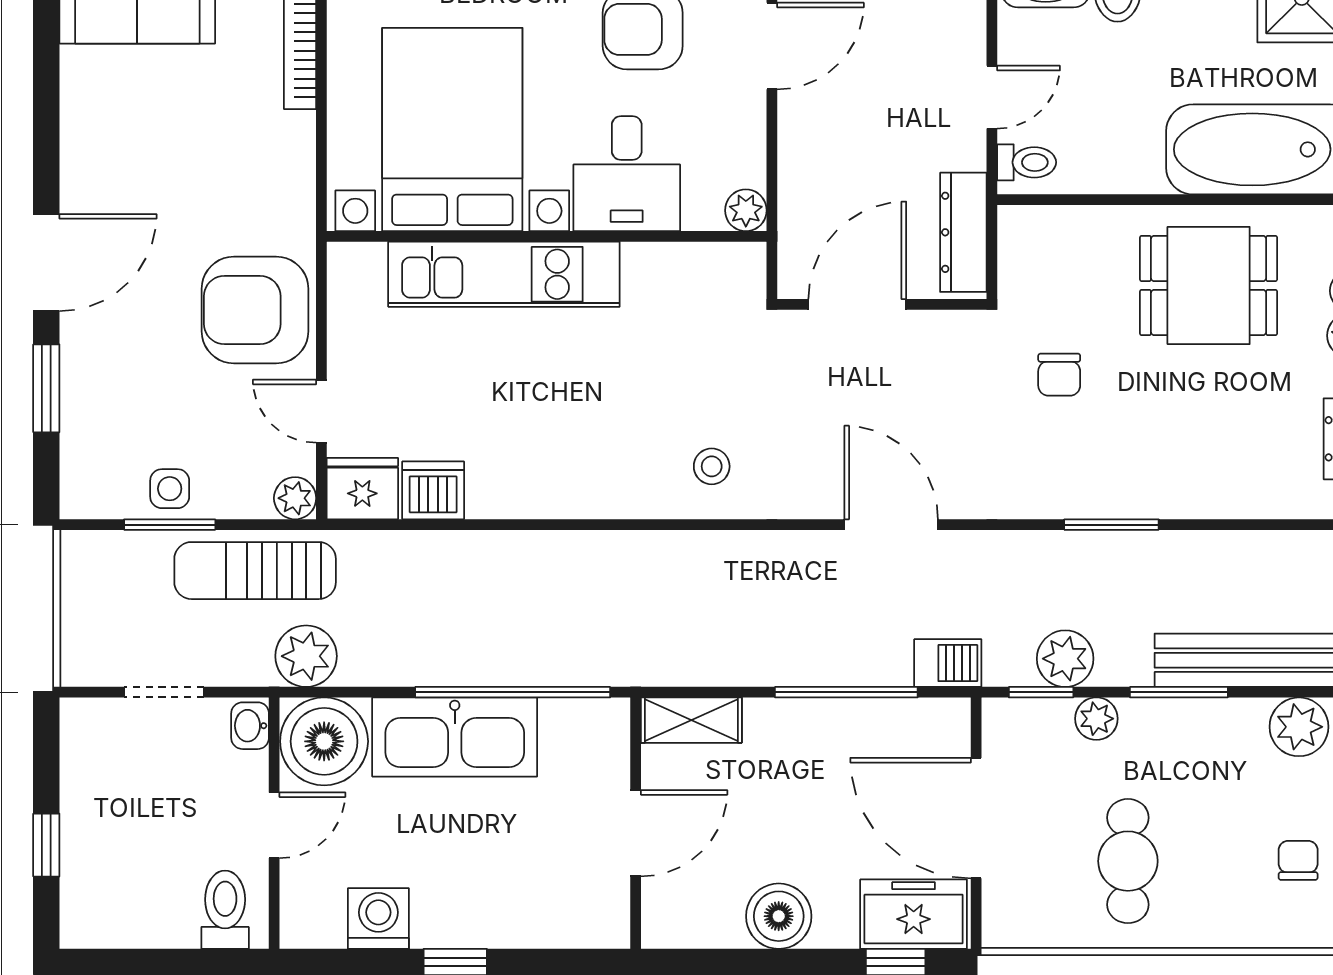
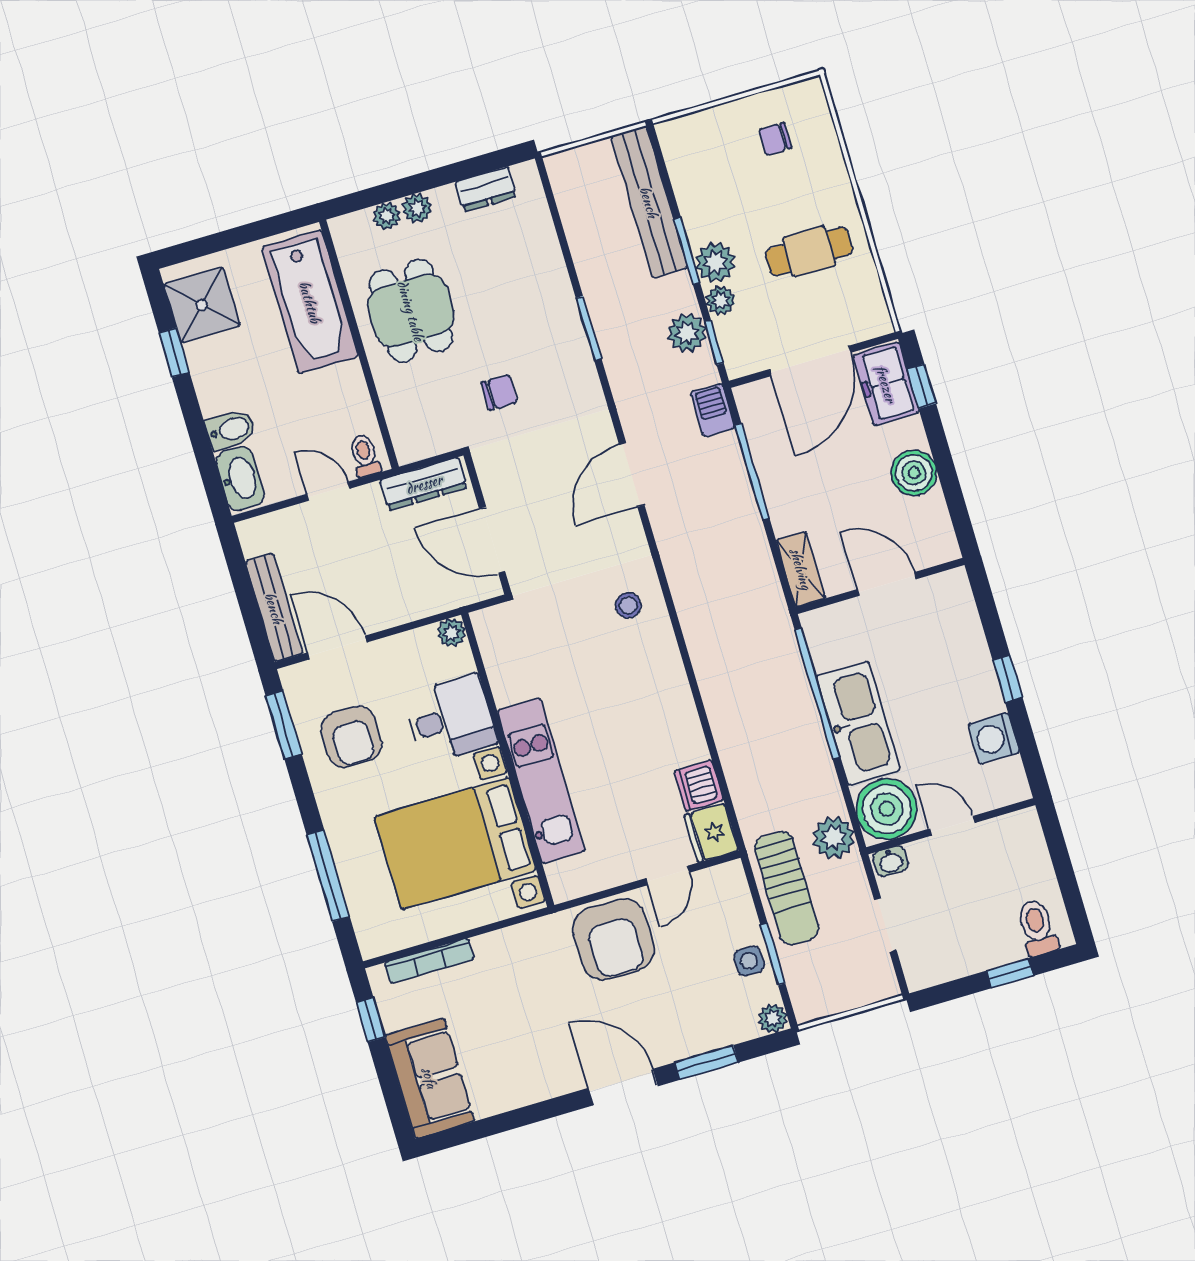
plant: (295, 498) -> (773, 1018), moved
plant: (1299, 727) -> (715, 262), moved
toilet: (225, 910) -> (1037, 927), moved, turned 90

